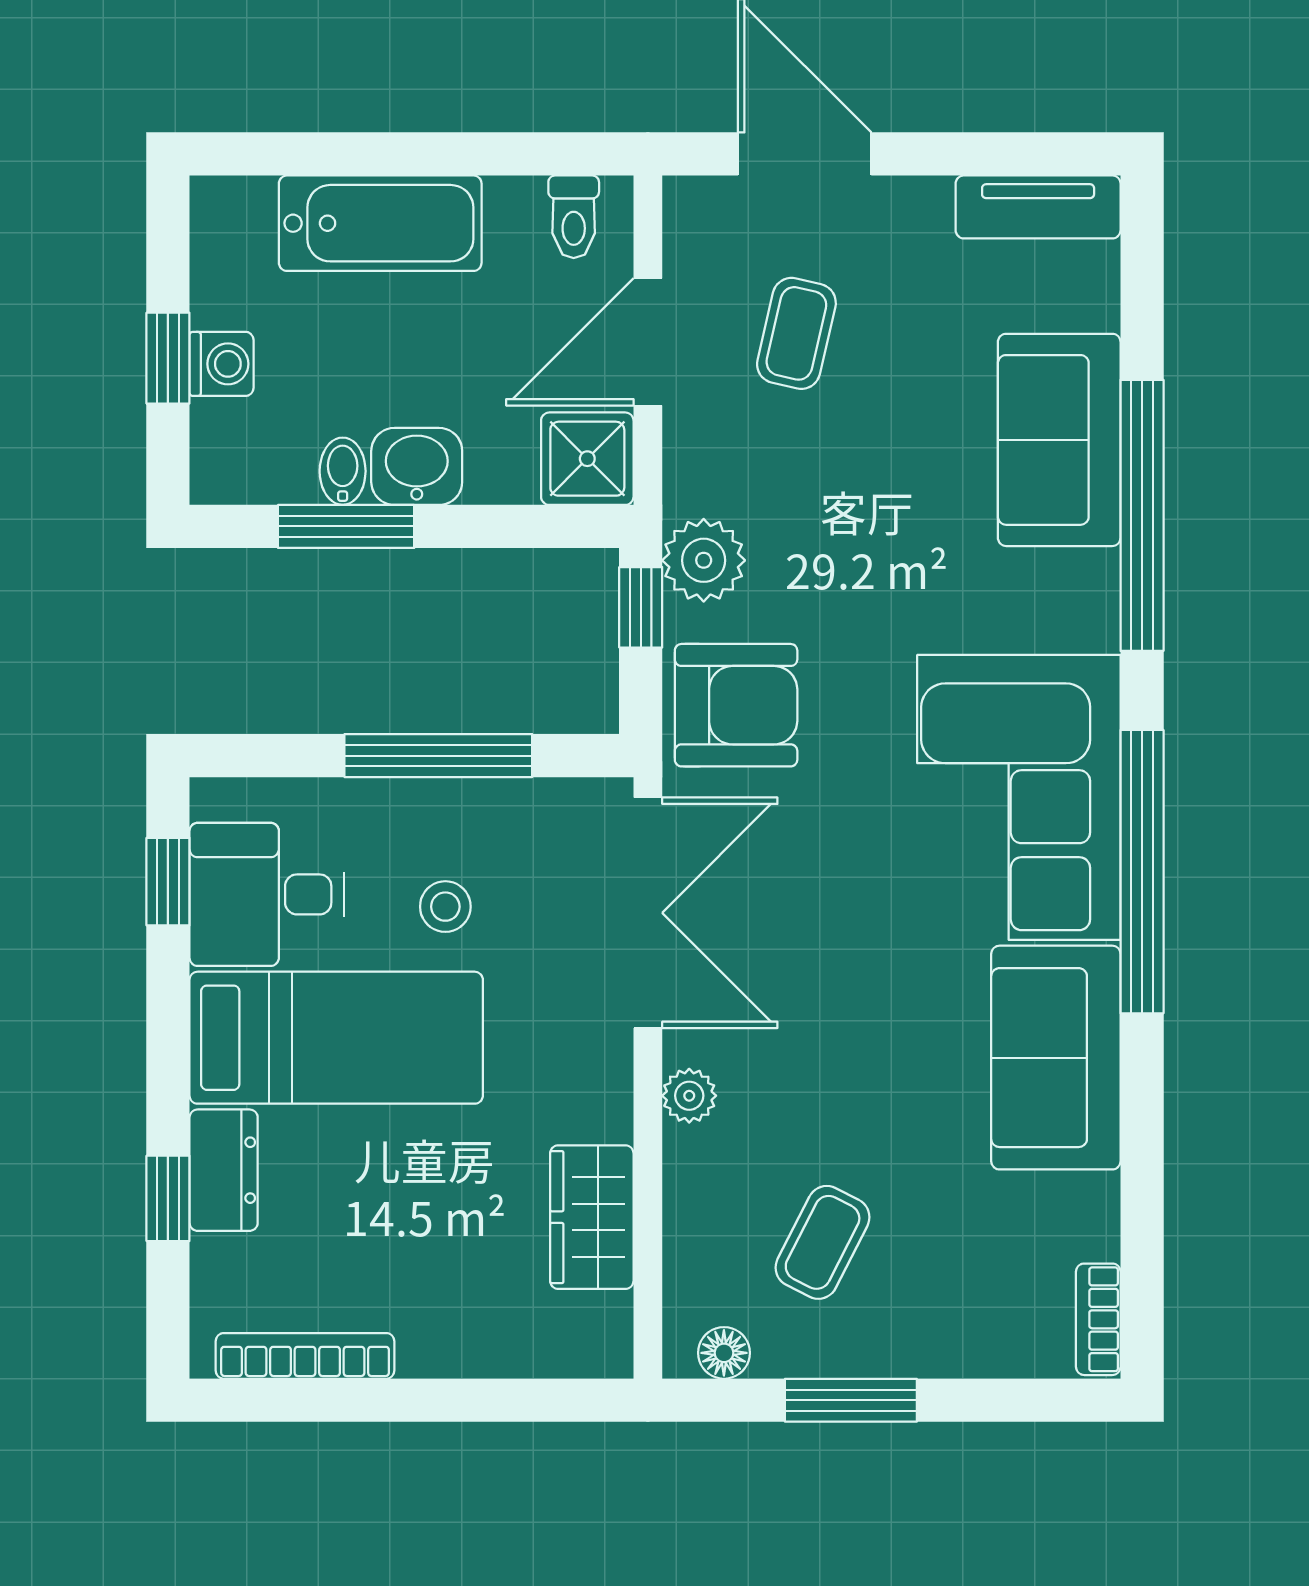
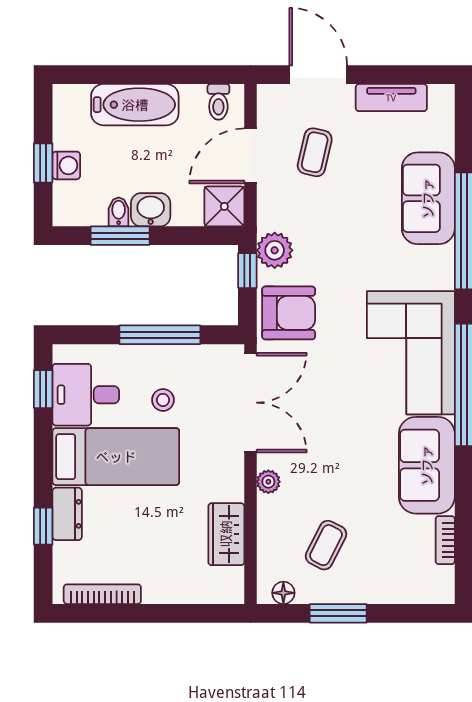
tv unit: (1038, 207) -> (391, 98), moved
bookcase: (1098, 1319) -> (445, 540), moved

